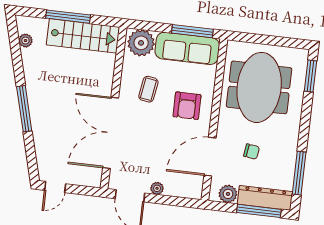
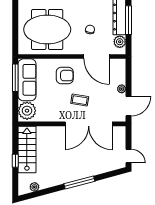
window: (68, 17) -> (15, 161), width x0.46
coffee table: (148, 89) -> (80, 100), moved

